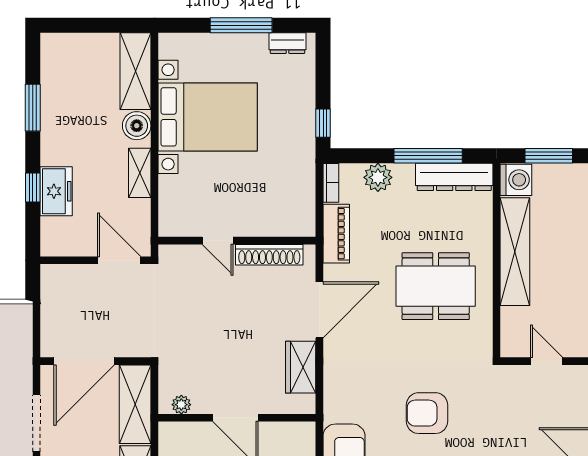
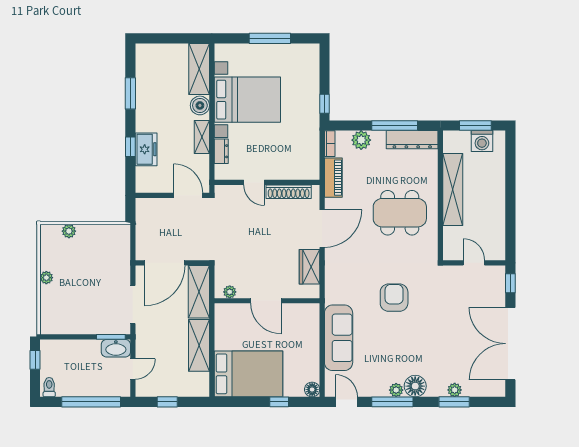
dresser: (287, 43) -> (221, 151), moved, turned -90
washing machine: (516, 180) -> (482, 141), moved, turned 90
armchair: (427, 413) -> (394, 298), turned 90

